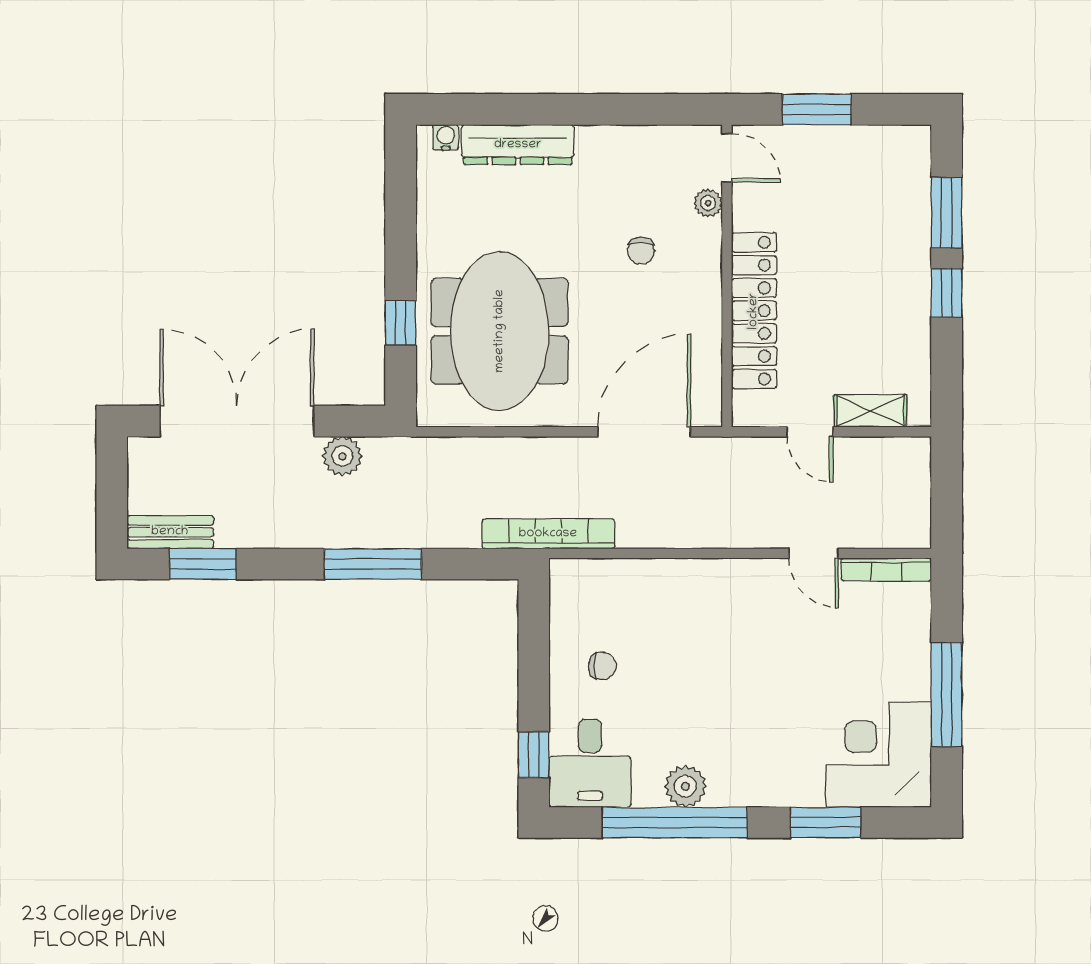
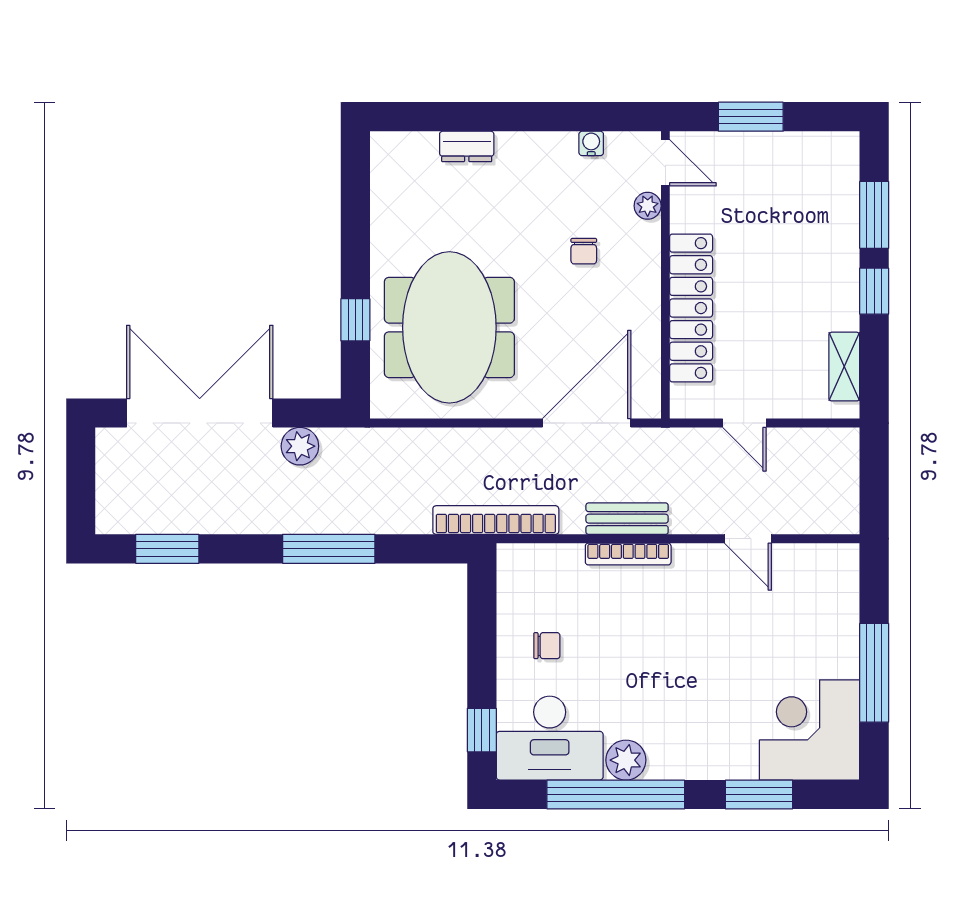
water cooler: (446, 137) -> (591, 143), moved
dresser: (518, 145) -> (467, 146), width x0.51, depth x0.80
shelving: (870, 411) -> (844, 367), moved, turned 90
bench: (170, 532) -> (627, 519), moved
bookcase: (886, 569) -> (628, 554), moved
desk: (590, 763) -> (550, 738), width x1.37

